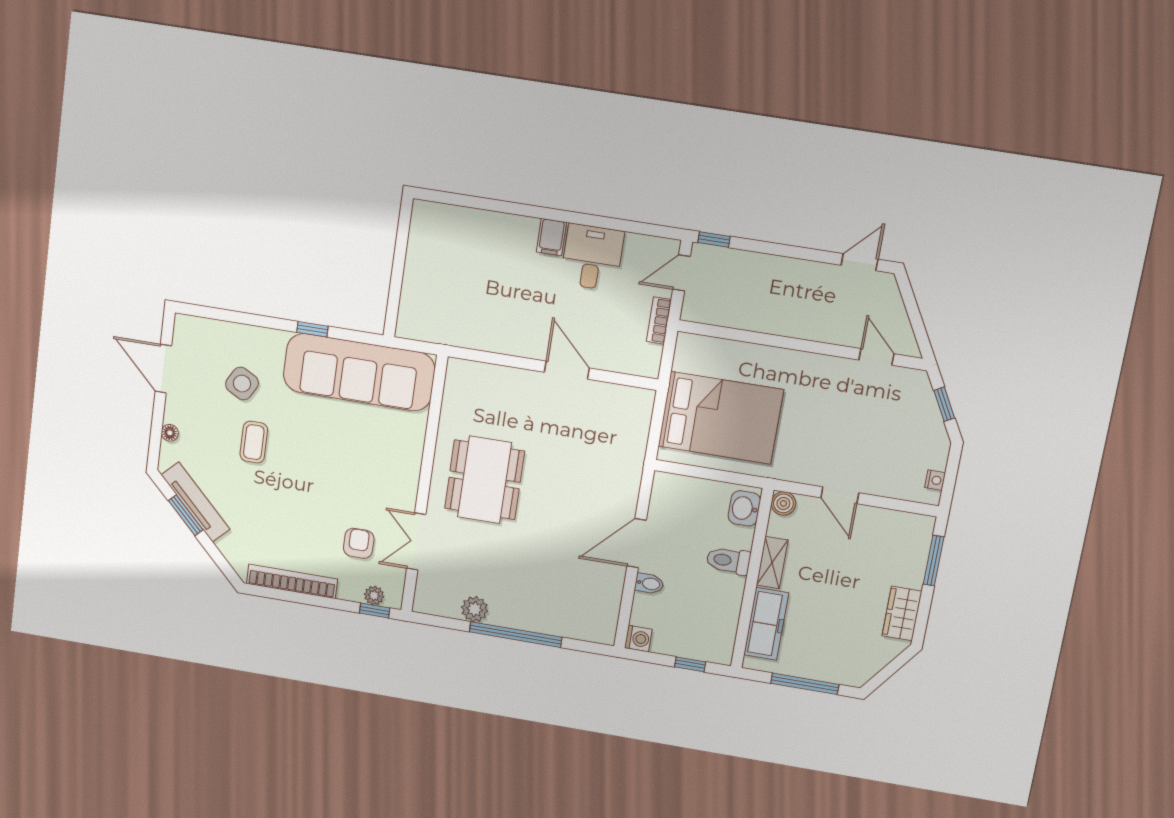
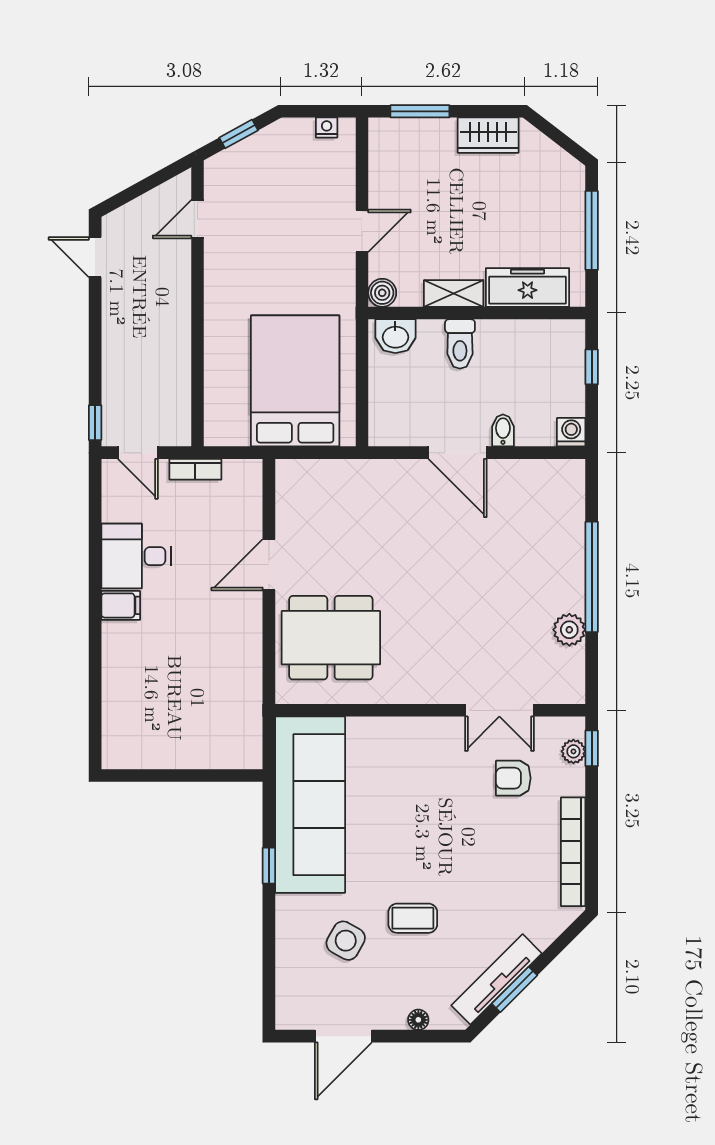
dining table: (485, 480) -> (331, 638), moved

